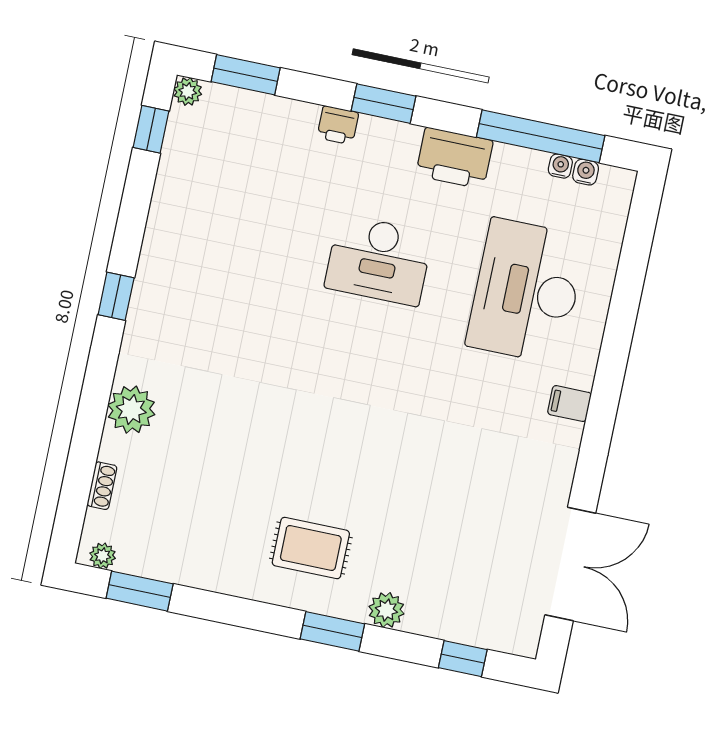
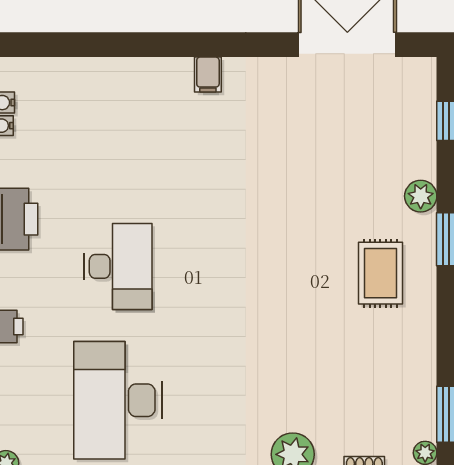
desk: (526, 291) -> (118, 400), moved, turned 90

